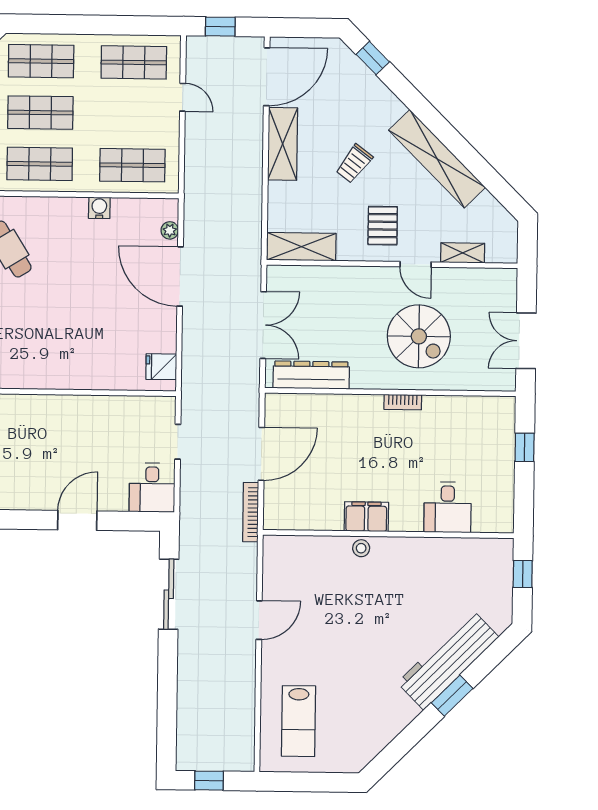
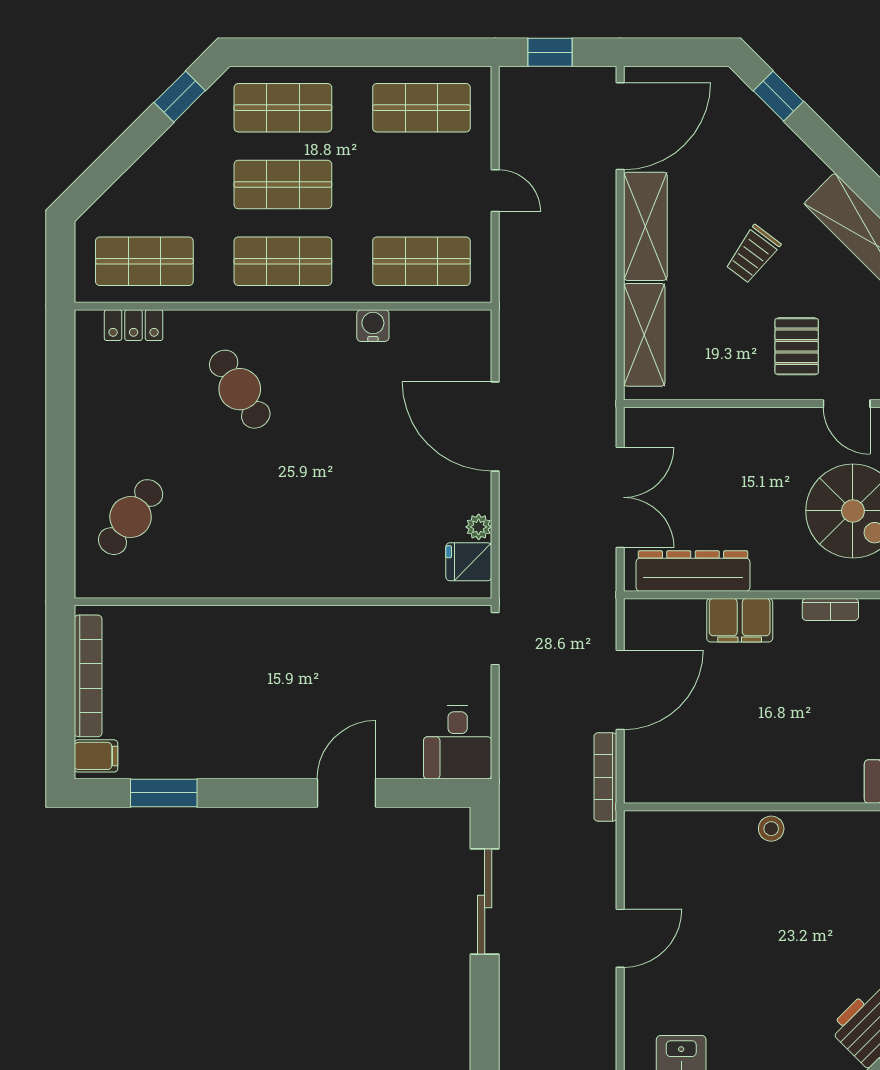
door: (183, 97) -> (495, 191), moved
plant: (170, 230) -> (479, 527), moved
shelving: (301, 247) -> (644, 335), moved, turned 90
doorway: (178, 442) -> (495, 639), moved
filing cabinet: (366, 517) -> (740, 620), moved, turned 180

